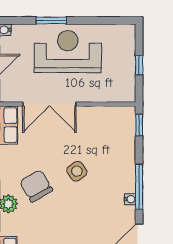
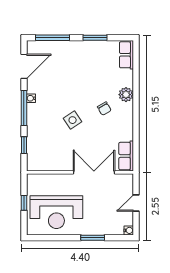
reception desk: (68, 52) -> (56, 212), moved
window: (139, 125) -> (24, 145), moved
chair: (36, 186) -> (104, 109), width x0.54, depth x0.54

